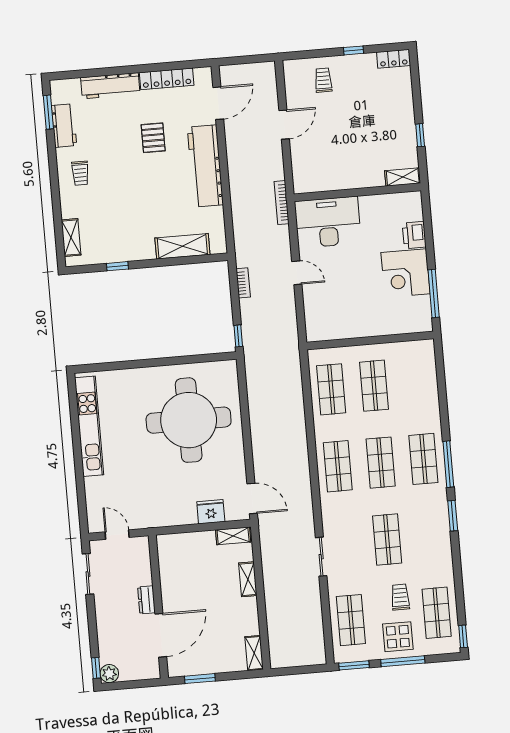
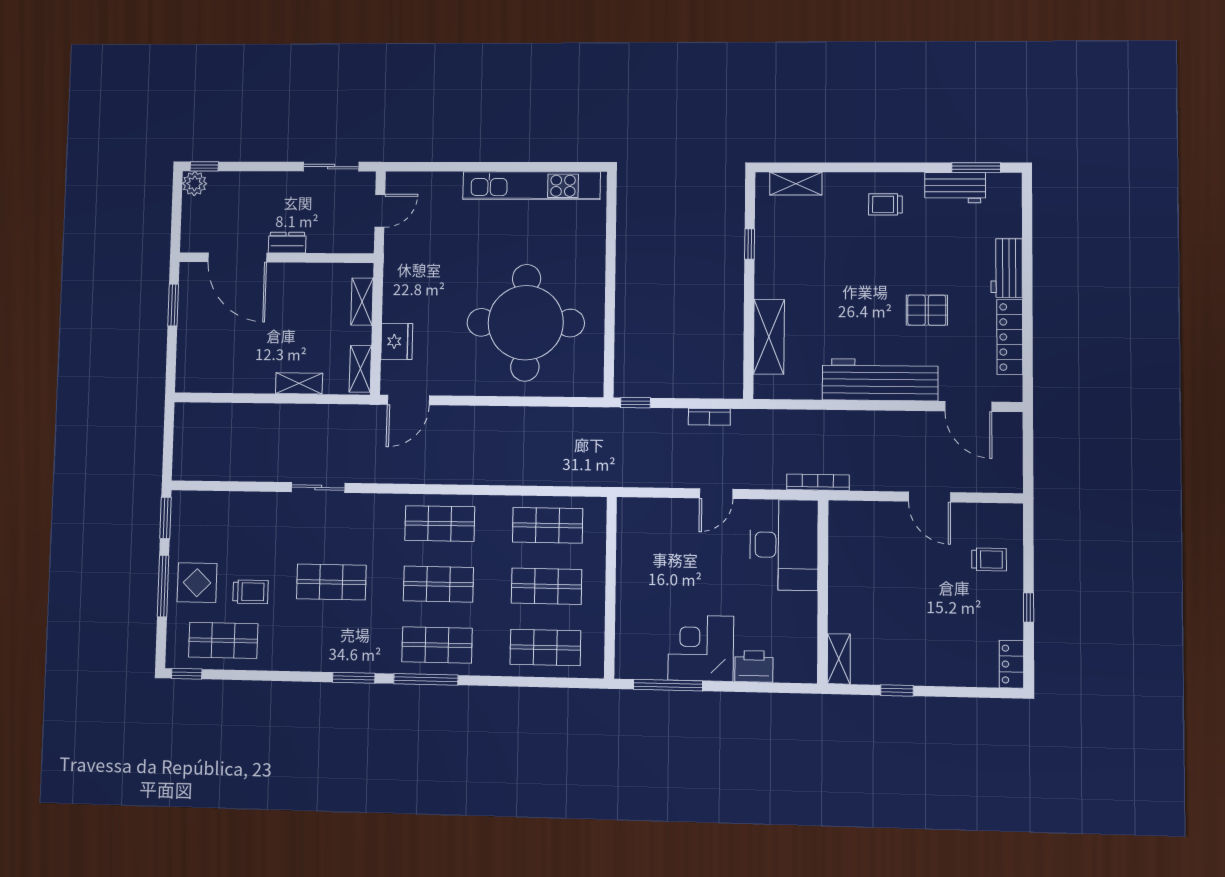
workbench: (110, 86) -> (1007, 268), width x0.73
shop shelf: (351, 620) -> (545, 647), moved
shelving: (254, 653) -> (362, 302), moved, turned 90

